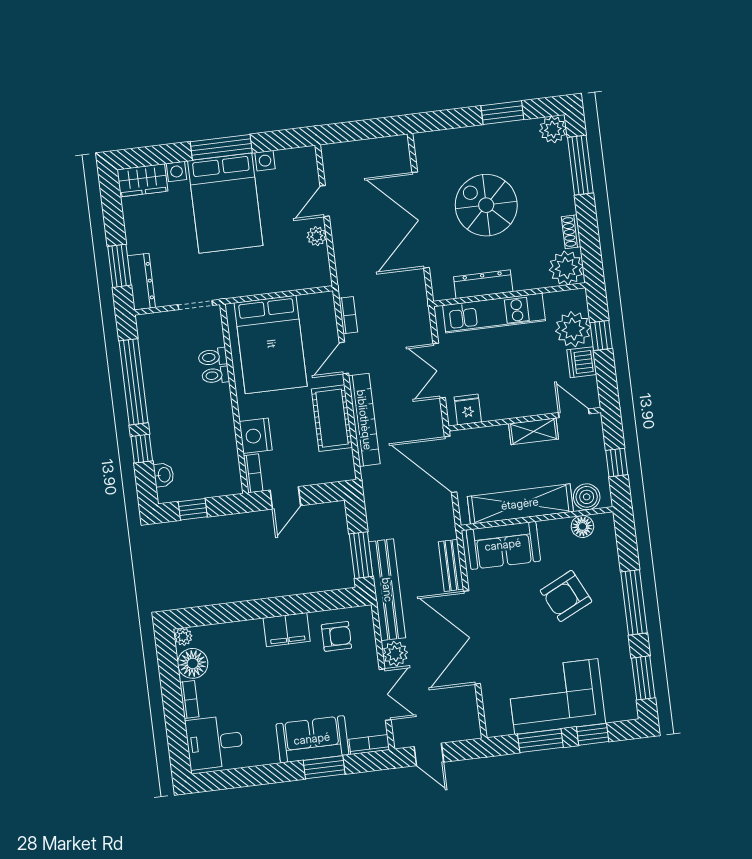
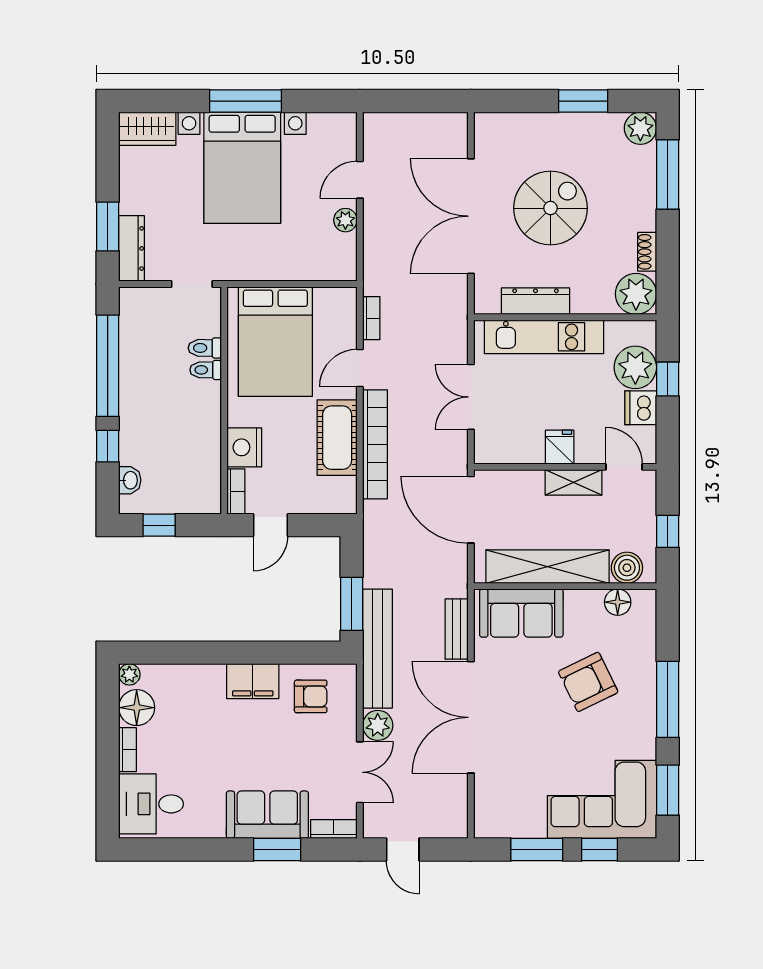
spiral stairs: (486, 205) -> (551, 208), turned 90
fridge: (468, 410) -> (560, 447), moved
corner sofa: (556, 696) -> (602, 799), moved

